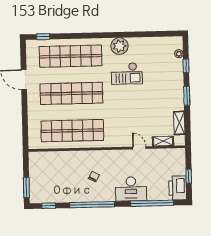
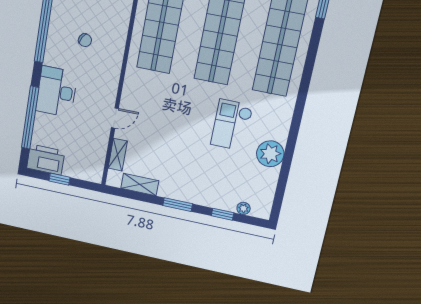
plant: (119, 46) -> (270, 154), moved

